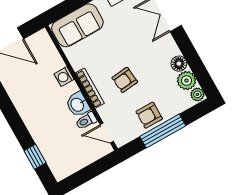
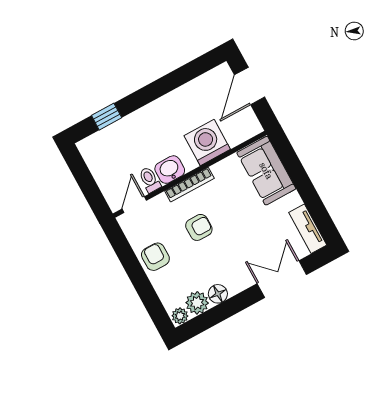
washing machine: (64, 77) -> (207, 142), width x1.89, depth x1.89
armchair: (125, 80) -> (199, 227), turned 96
window: (163, 131) -> (136, 273), removed

